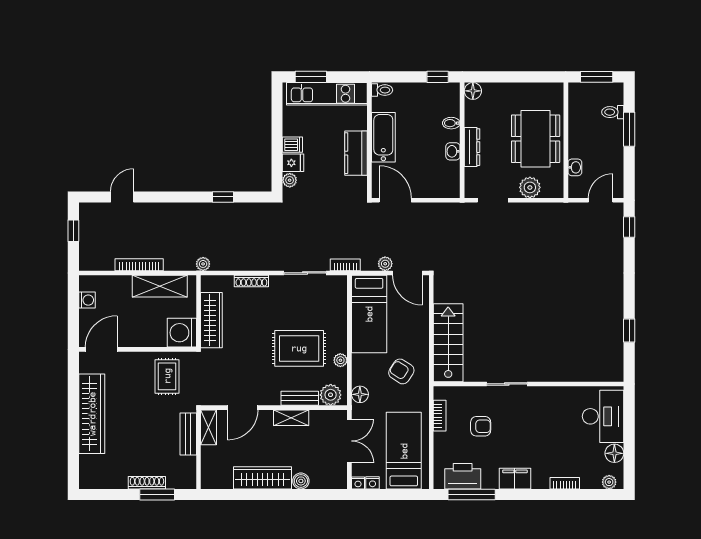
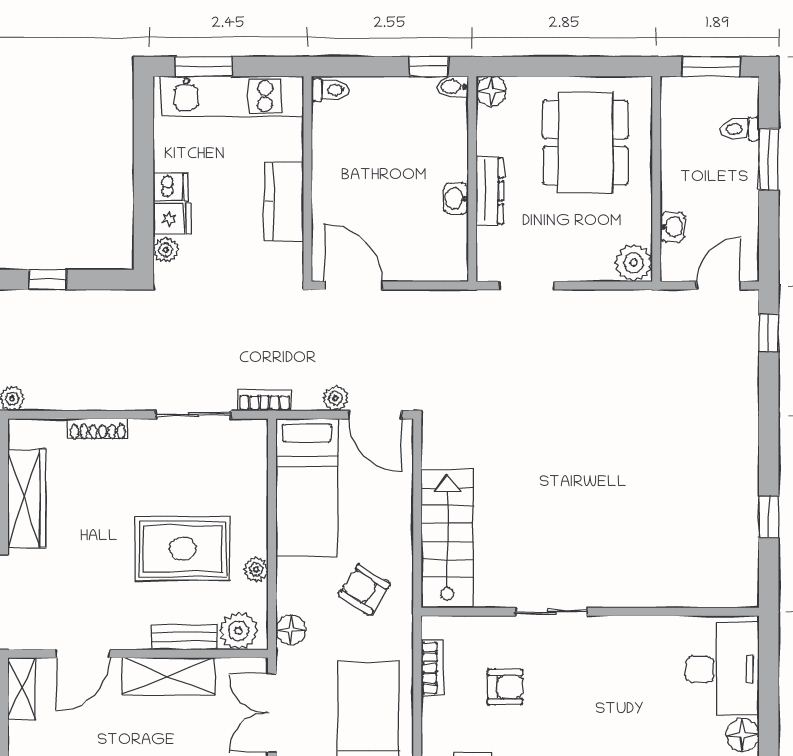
bidet: (451, 123) -> (453, 87), moved
bathtub: (383, 137) -> (332, 174), removed
dining table: (536, 139) -> (586, 143), moved
plant: (530, 187) -> (634, 263), moved
shelving: (291, 418) -> (168, 676), width x1.50, depth x1.33
double door: (349, 441) -> (272, 713), swing flipped

